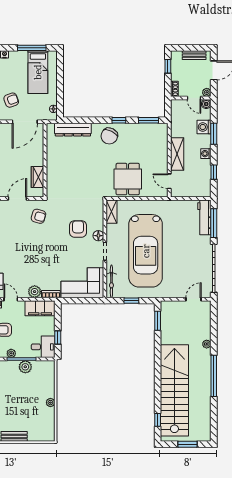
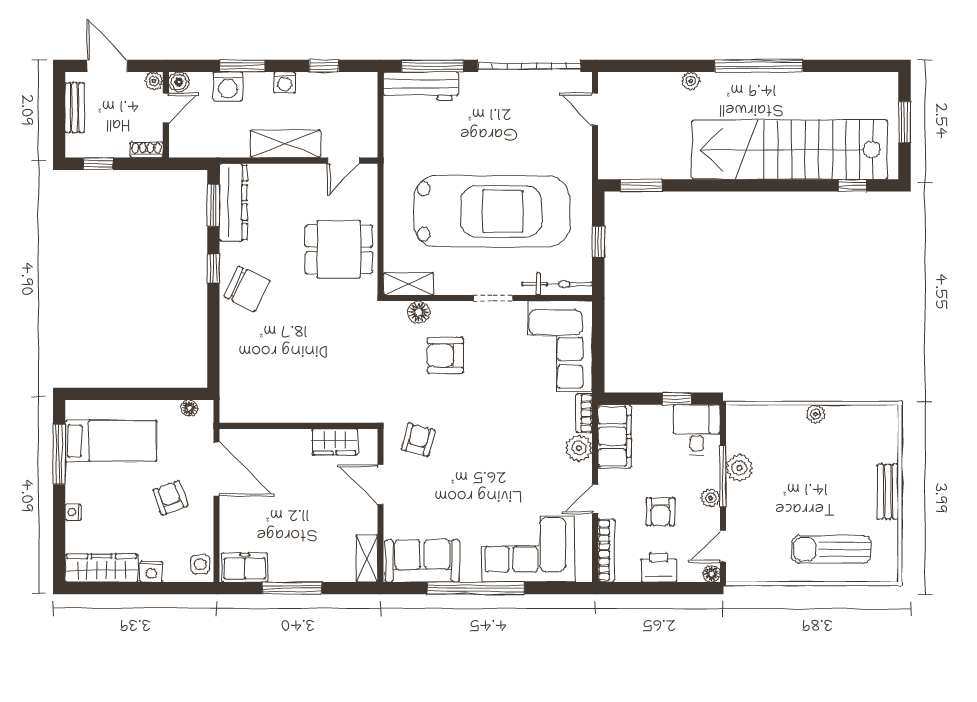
dresser: (73, 130) -> (233, 202), moved
floor lamp: (98, 236) -> (419, 312), moved

